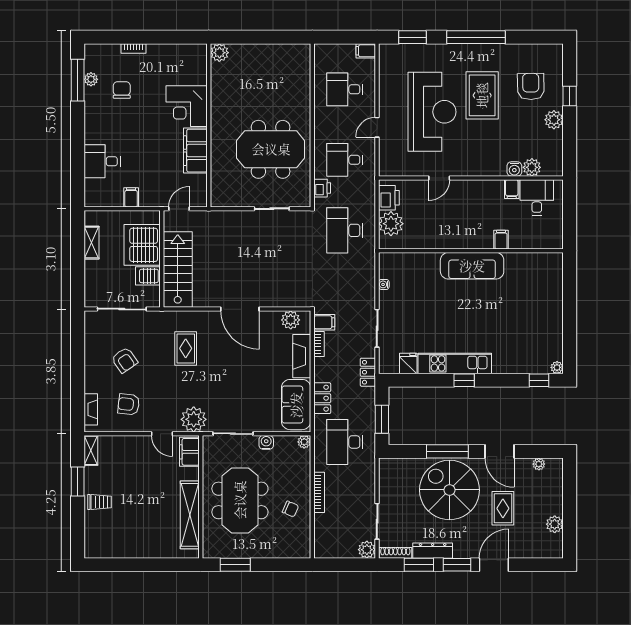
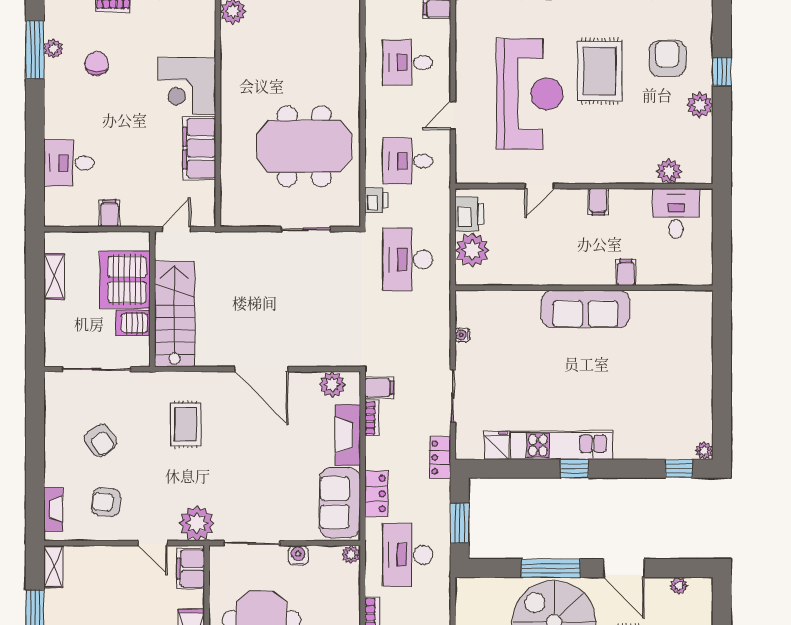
water cooler: (514, 169) -> (644, 174), removed
filing cabinet: (512, 189) -> (598, 202), moved

